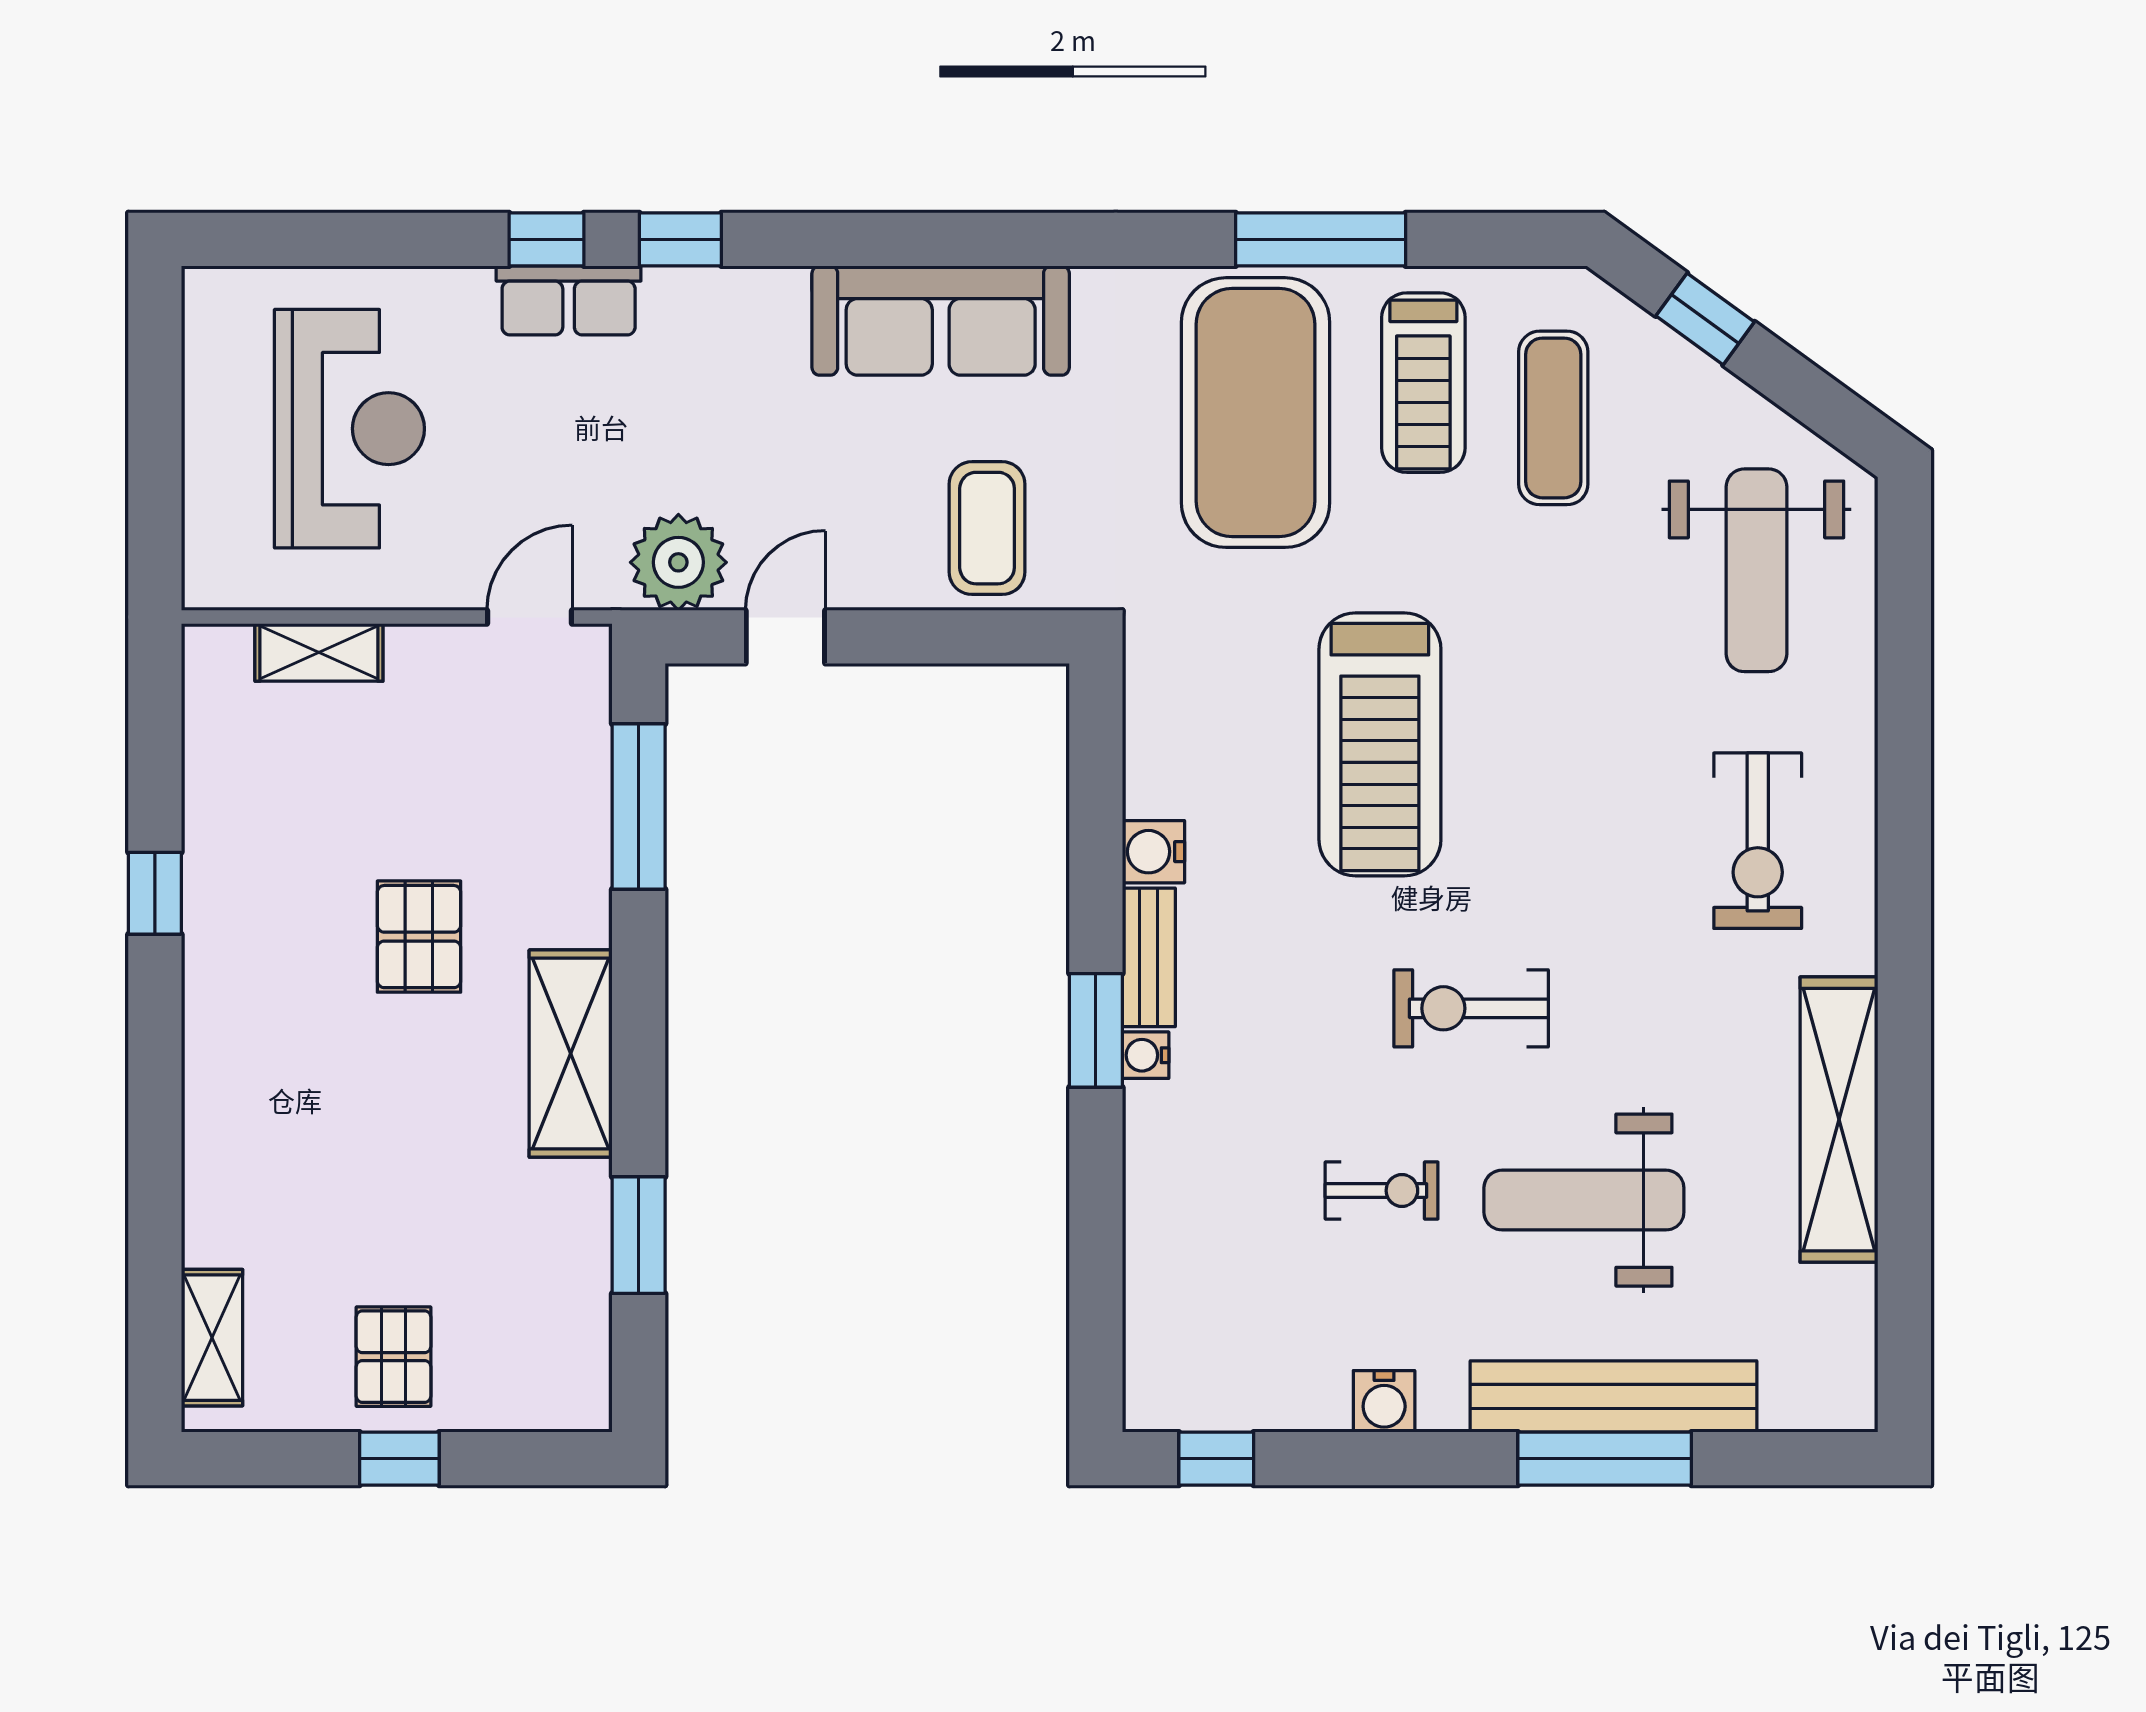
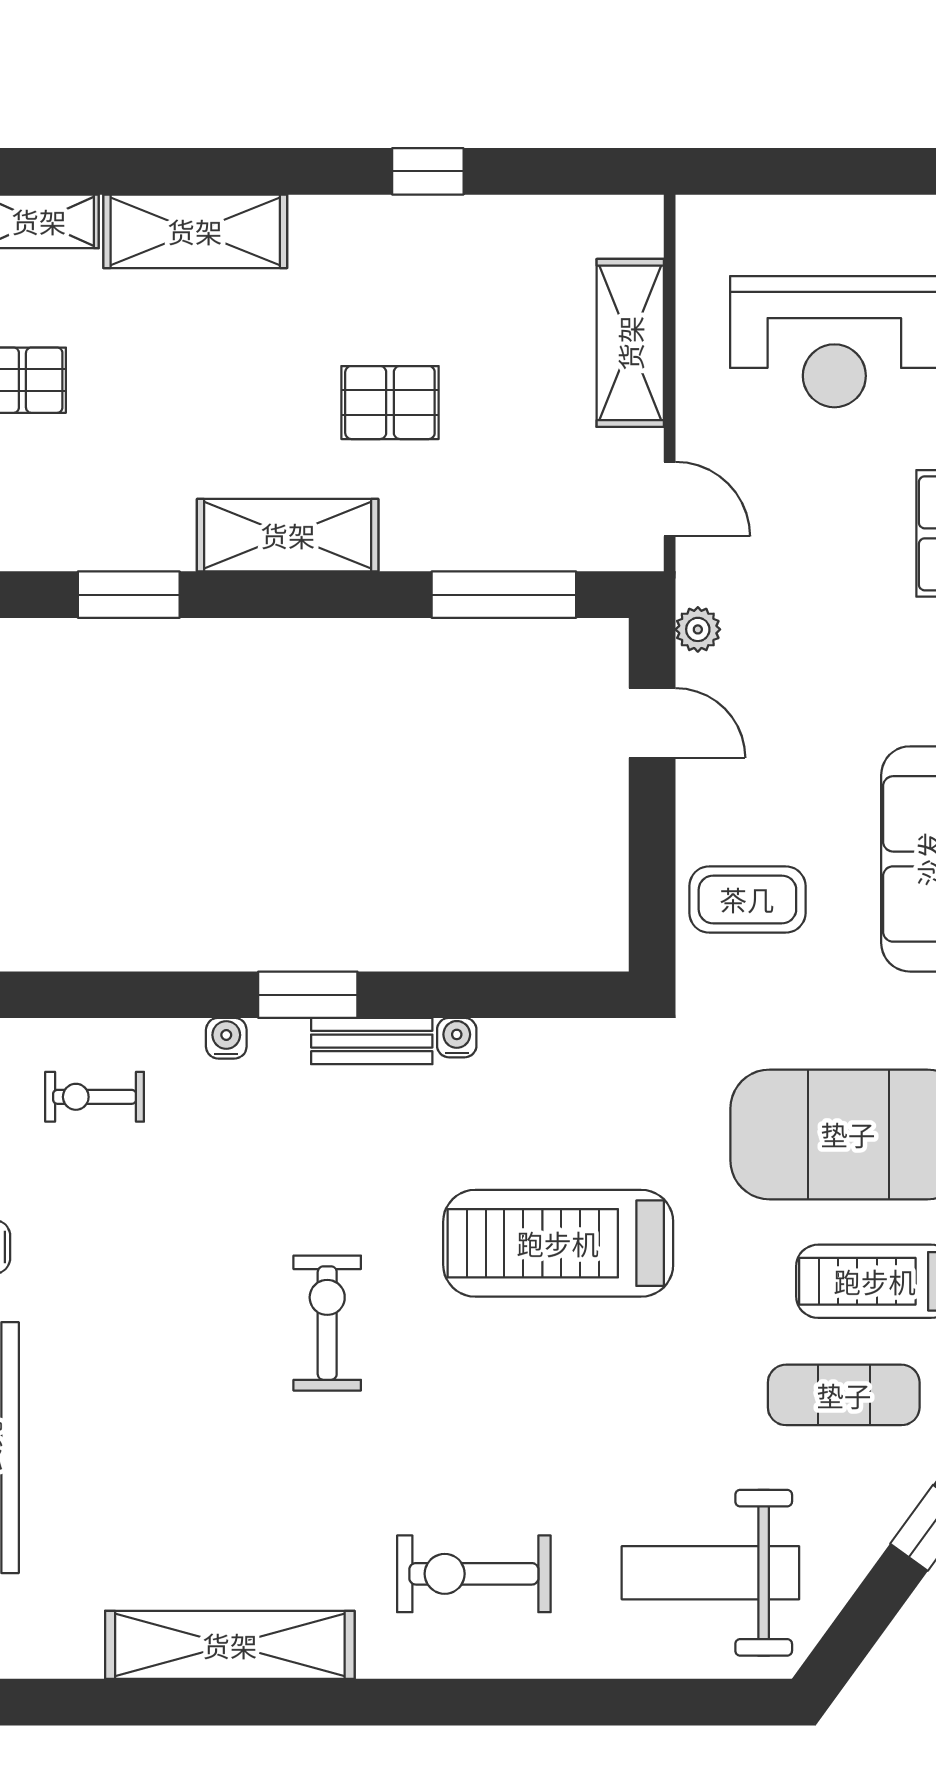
plant: (678, 562) -> (698, 629), width x0.53, depth x0.53
shelving: (319, 652) -> (630, 343), width x1.50, depth x1.33
water cooler: (1153, 852) -> (457, 1038), width x0.72, depth x0.72
water cooler: (1146, 1055) -> (226, 1038), moved
shelving: (223, 1159) -> (195, 231), added
exercise bike: (1382, 1191) -> (95, 1097), moved, turned 90
weight bench: (1584, 1200) -> (159, 1422), removed

